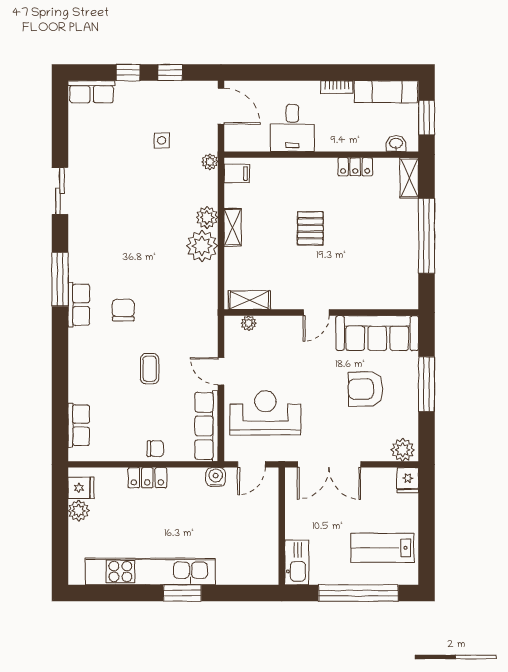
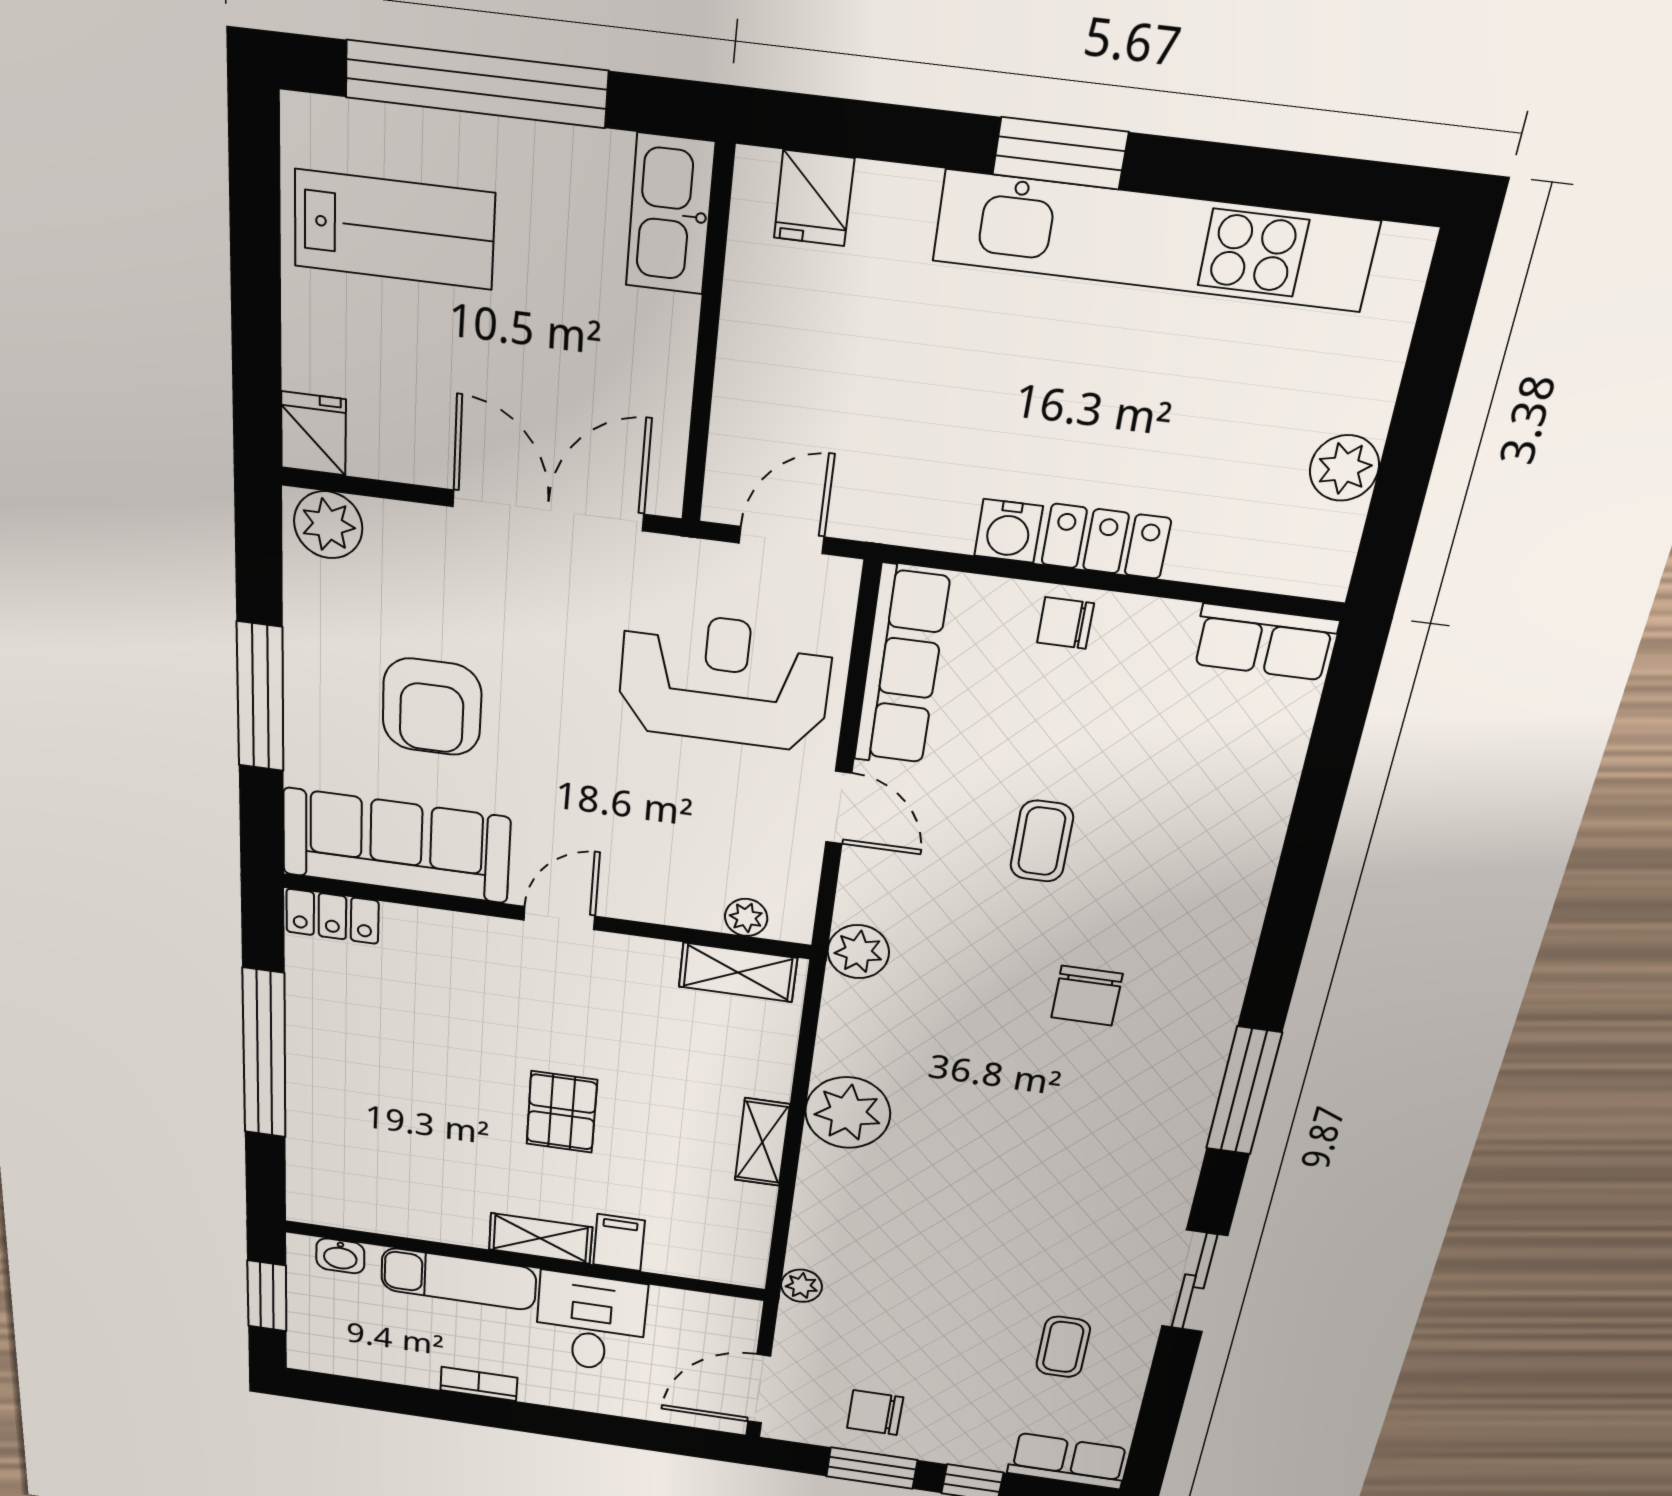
window: (170, 73) -> (872, 1468), width x1.50
exam couch: (386, 92) -> (459, 1279), moved, turned 180
chair: (173, 102) -> (875, 1413), added
door: (221, 106) -> (759, 1389), hinge flipped
side table: (162, 140) -> (915, 1345), removed
coffee table: (104, 150) -> (1063, 1347), added
locker: (355, 167) -> (332, 916), moved, turned 180
filing cabinet: (237, 173) -> (619, 1243), moved, turned 90
shelving: (409, 178) -> (540, 1238), moved, turned 90
plant: (207, 217) -> (858, 952), moved
row of seats: (79, 305) -> (1207, 1025), removed
armchair: (366, 389) -> (432, 707), turned 91
reception desk: (265, 413) -> (724, 681), turned 180
row of seats: (79, 425) -> (1265, 642), moved, turned -90
water cooler: (216, 477) -> (1009, 531), moved
fridge: (81, 488) -> (814, 198), moved, turned -90

